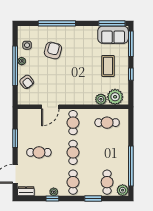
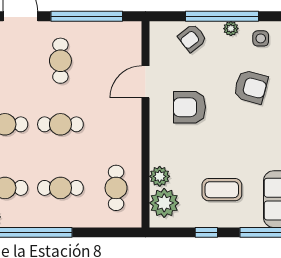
armchair: (64, 83) -> (189, 107), added
door: (50, 107) -> (146, 82), hinge flipped
cafe table: (73, 123) -> (60, 188), moved
window: (15, 138) -> (87, 16), width x2.11

